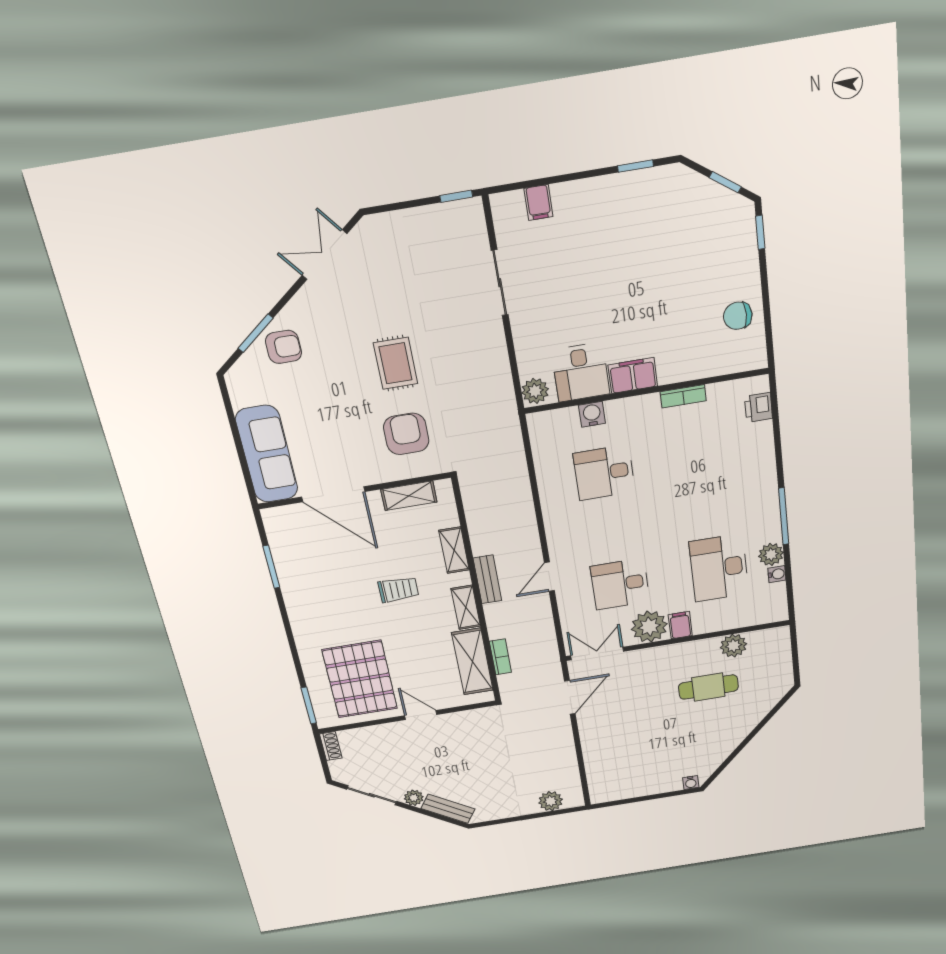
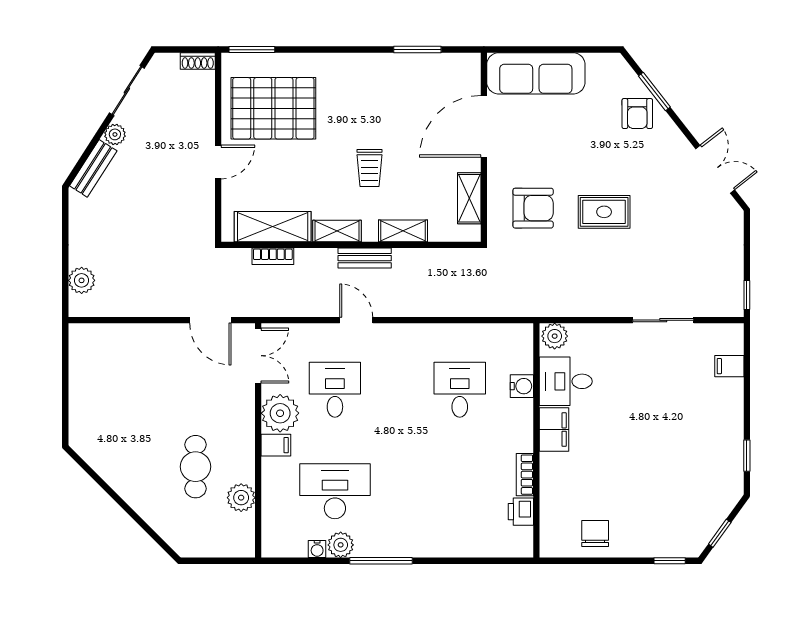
printer: (759, 407) -> (521, 512), moved, turned -90
water cooler: (691, 783) -> (76, 435), removed

